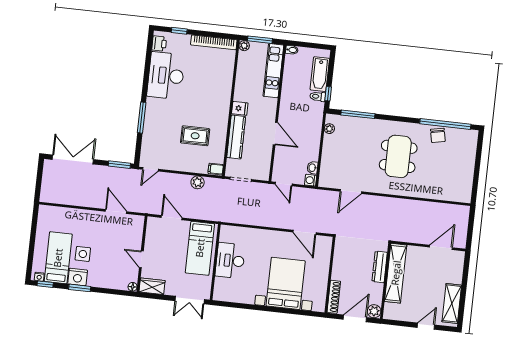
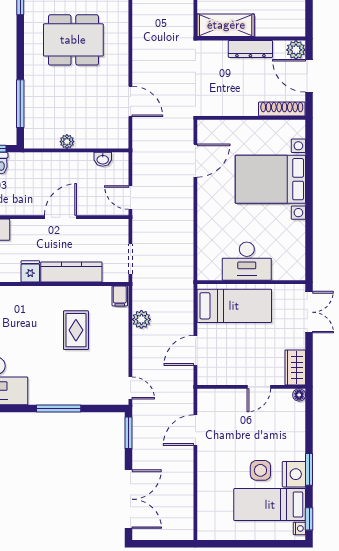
plant: (329, 129) -> (67, 142), moved
double door: (73, 159) -> (129, 499), swing flipped
washing machine: (311, 180) -> (121, 160), removed
door: (284, 184) -> (130, 198), swing flipped
dresser: (380, 267) -> (250, 49), moved
shelving: (396, 273) -> (226, 25), width x0.68

